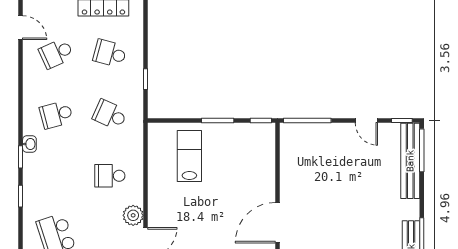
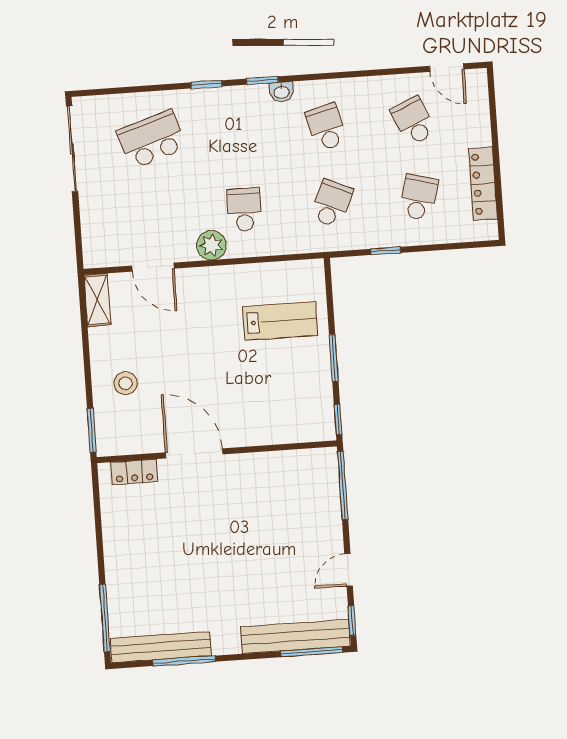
door: (21, 28) -> (447, 68), hinge flipped
plant: (133, 215) -> (211, 245), moved

